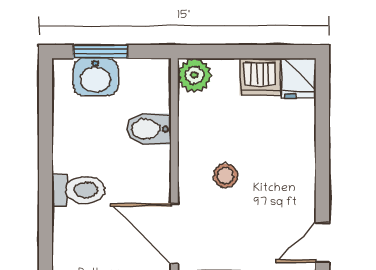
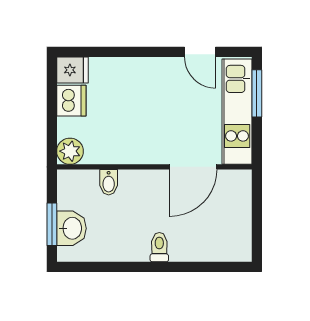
bidet: (149, 129) -> (109, 182), width x0.72, depth x0.74
stool: (225, 176) -> (148, 127), removed
toilet: (78, 190) -> (159, 247), width x0.73, depth x0.72

